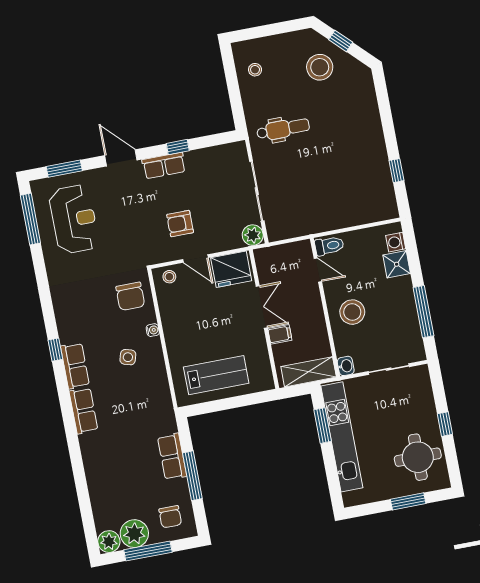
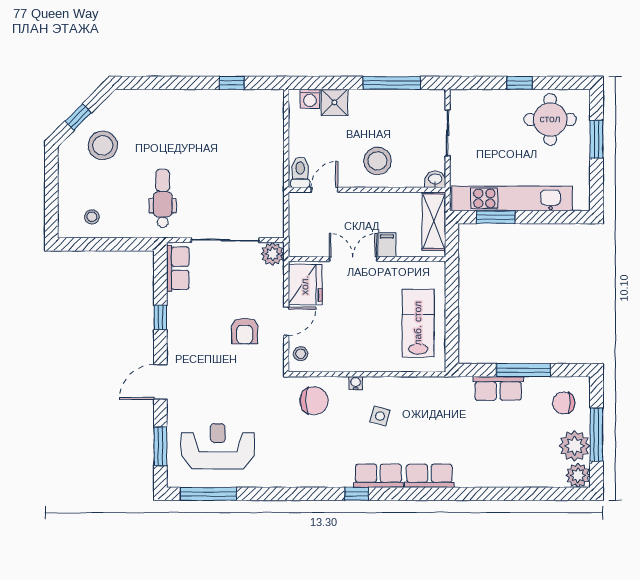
row of seats: (164, 166) -> (178, 268), moved
chair: (170, 517) -> (564, 403), turned 180

